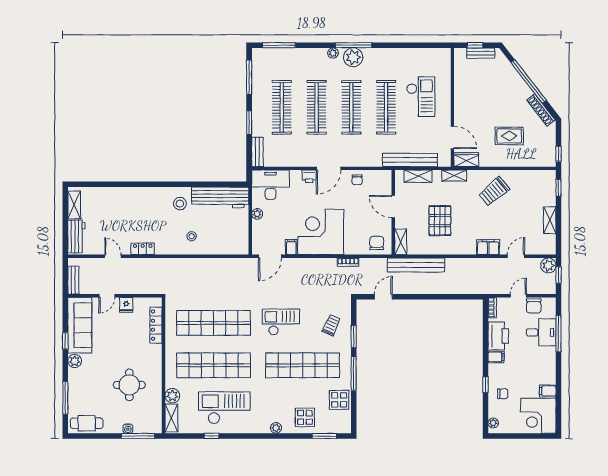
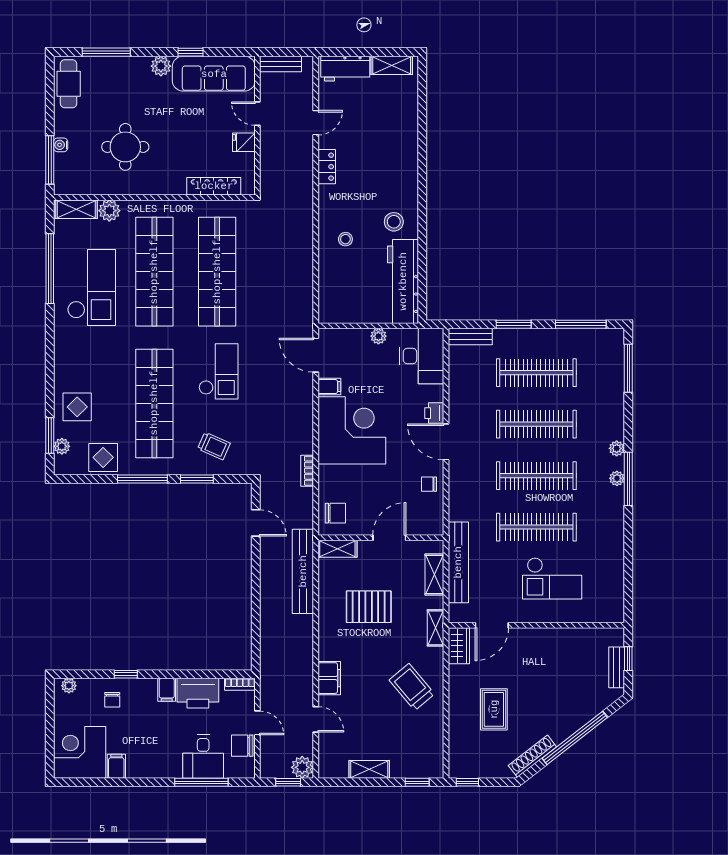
plant: (353, 57) -> (617, 478), width x0.53, depth x0.53
plant: (276, 428) -> (62, 446), moved
window: (212, 436) -> (50, 269), width x3.17

